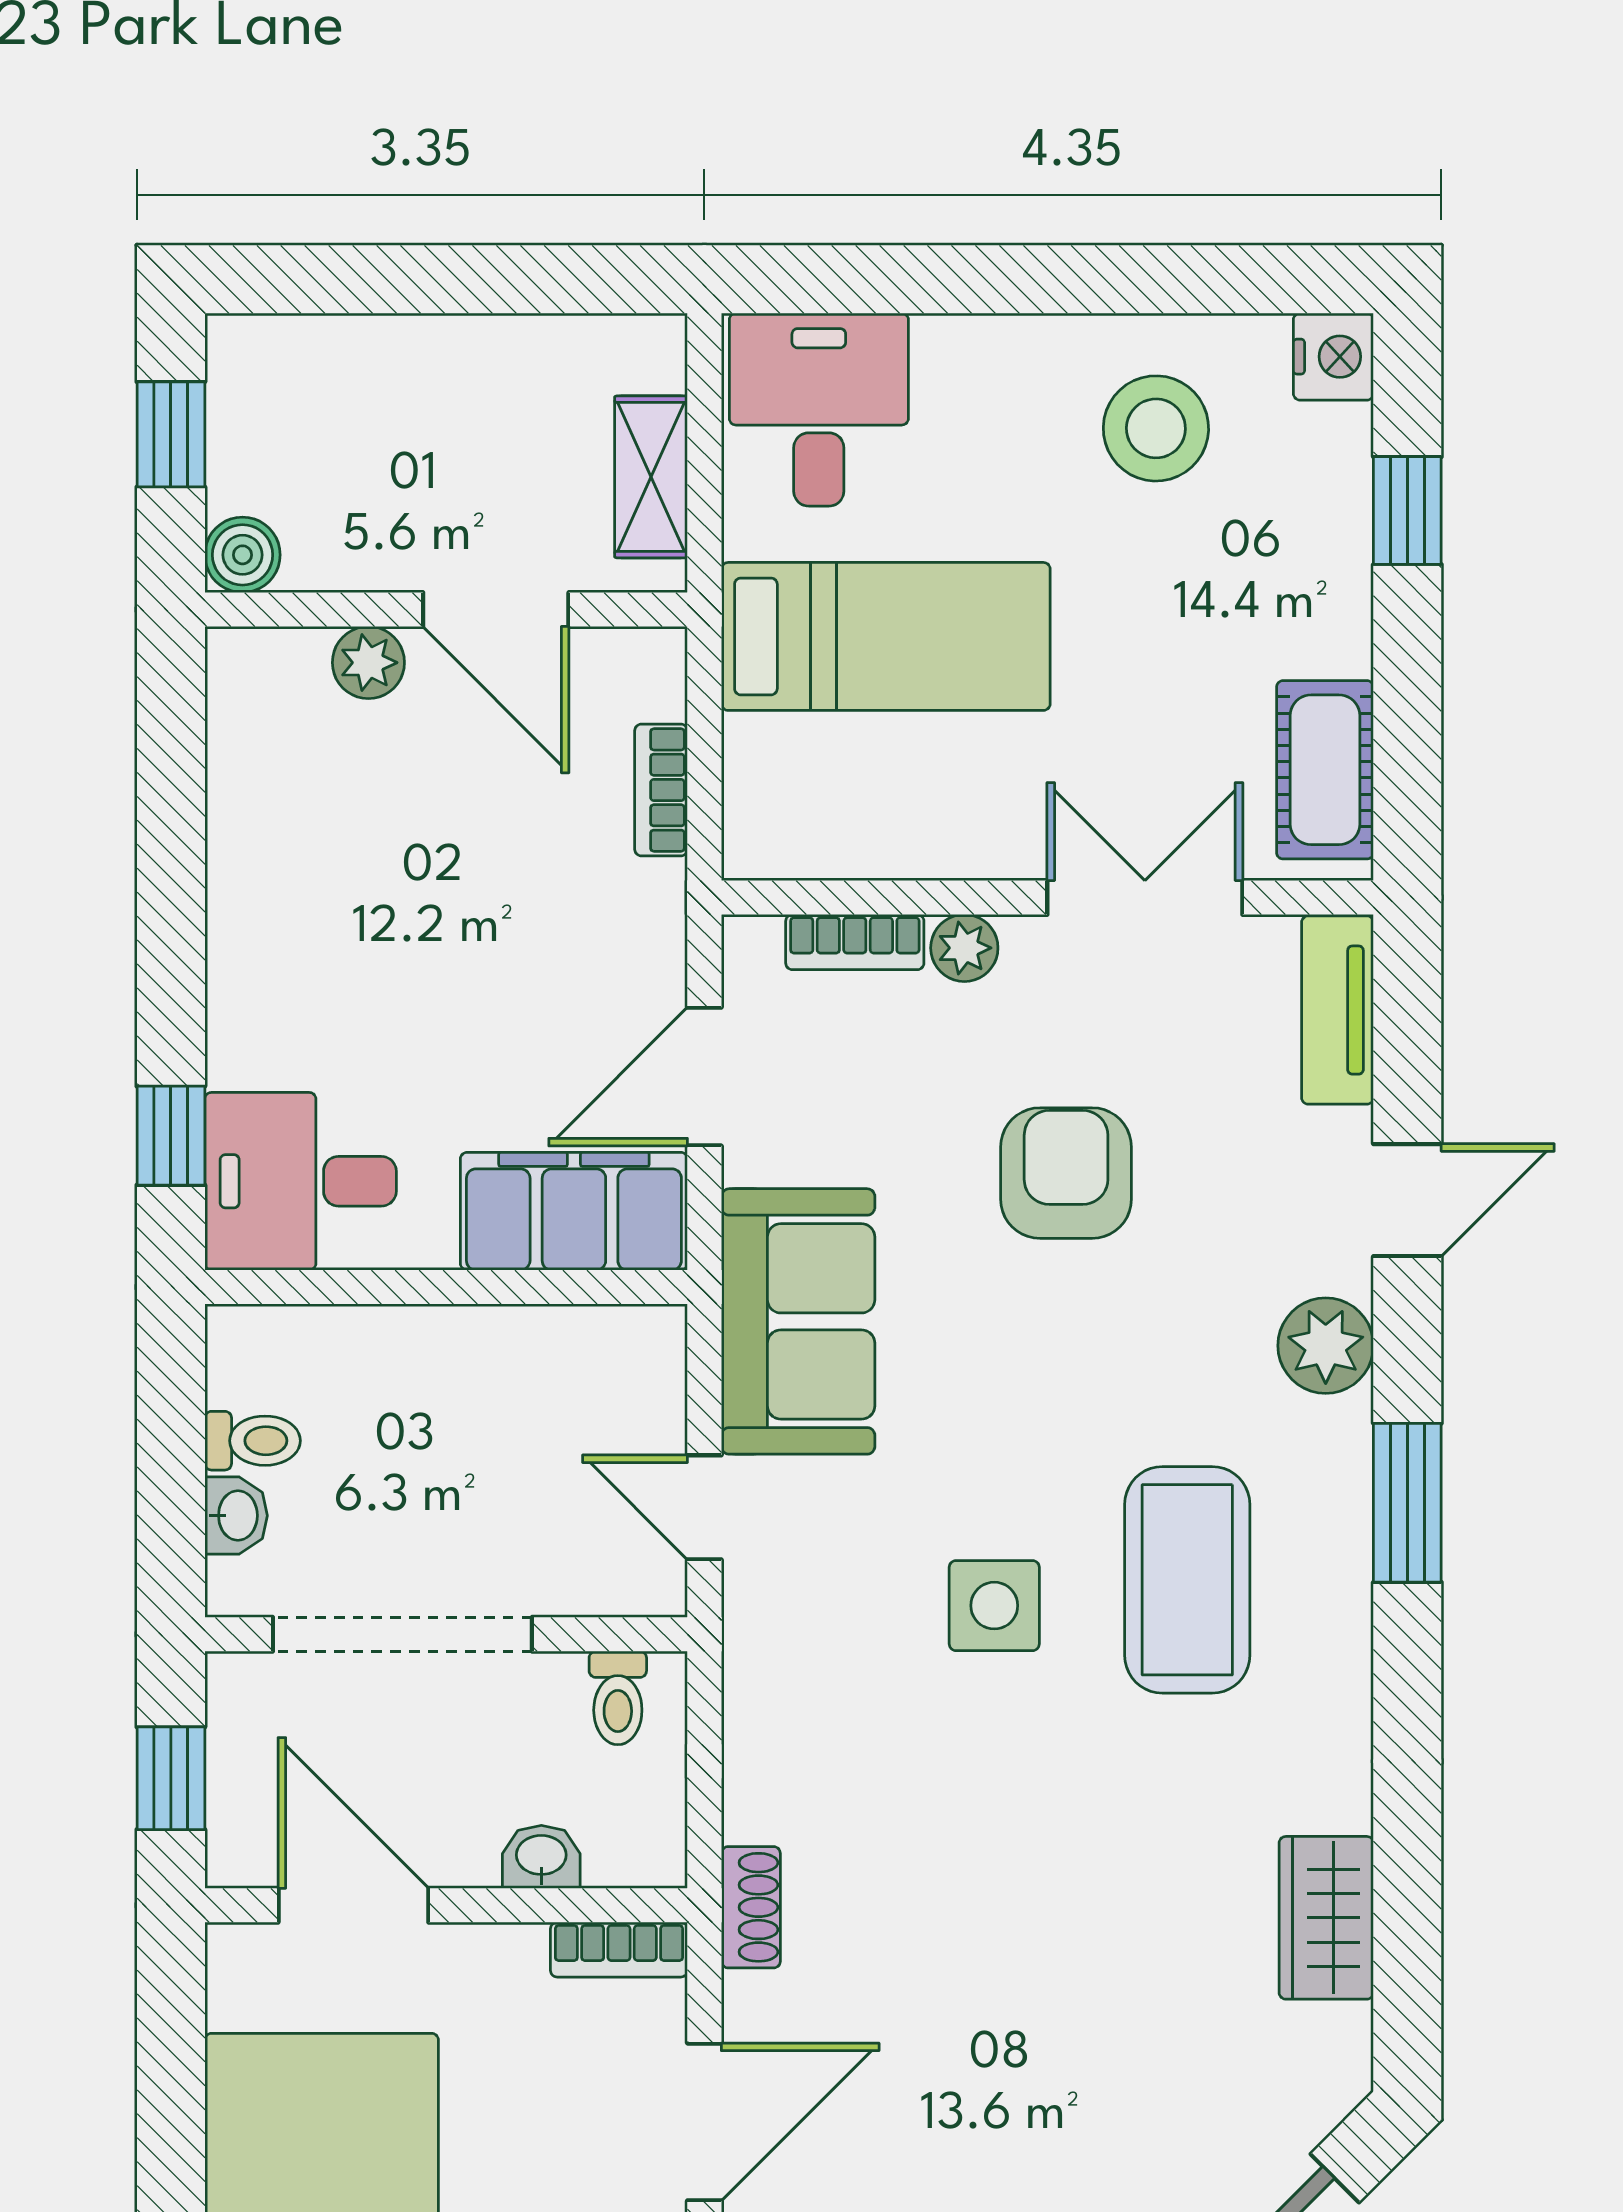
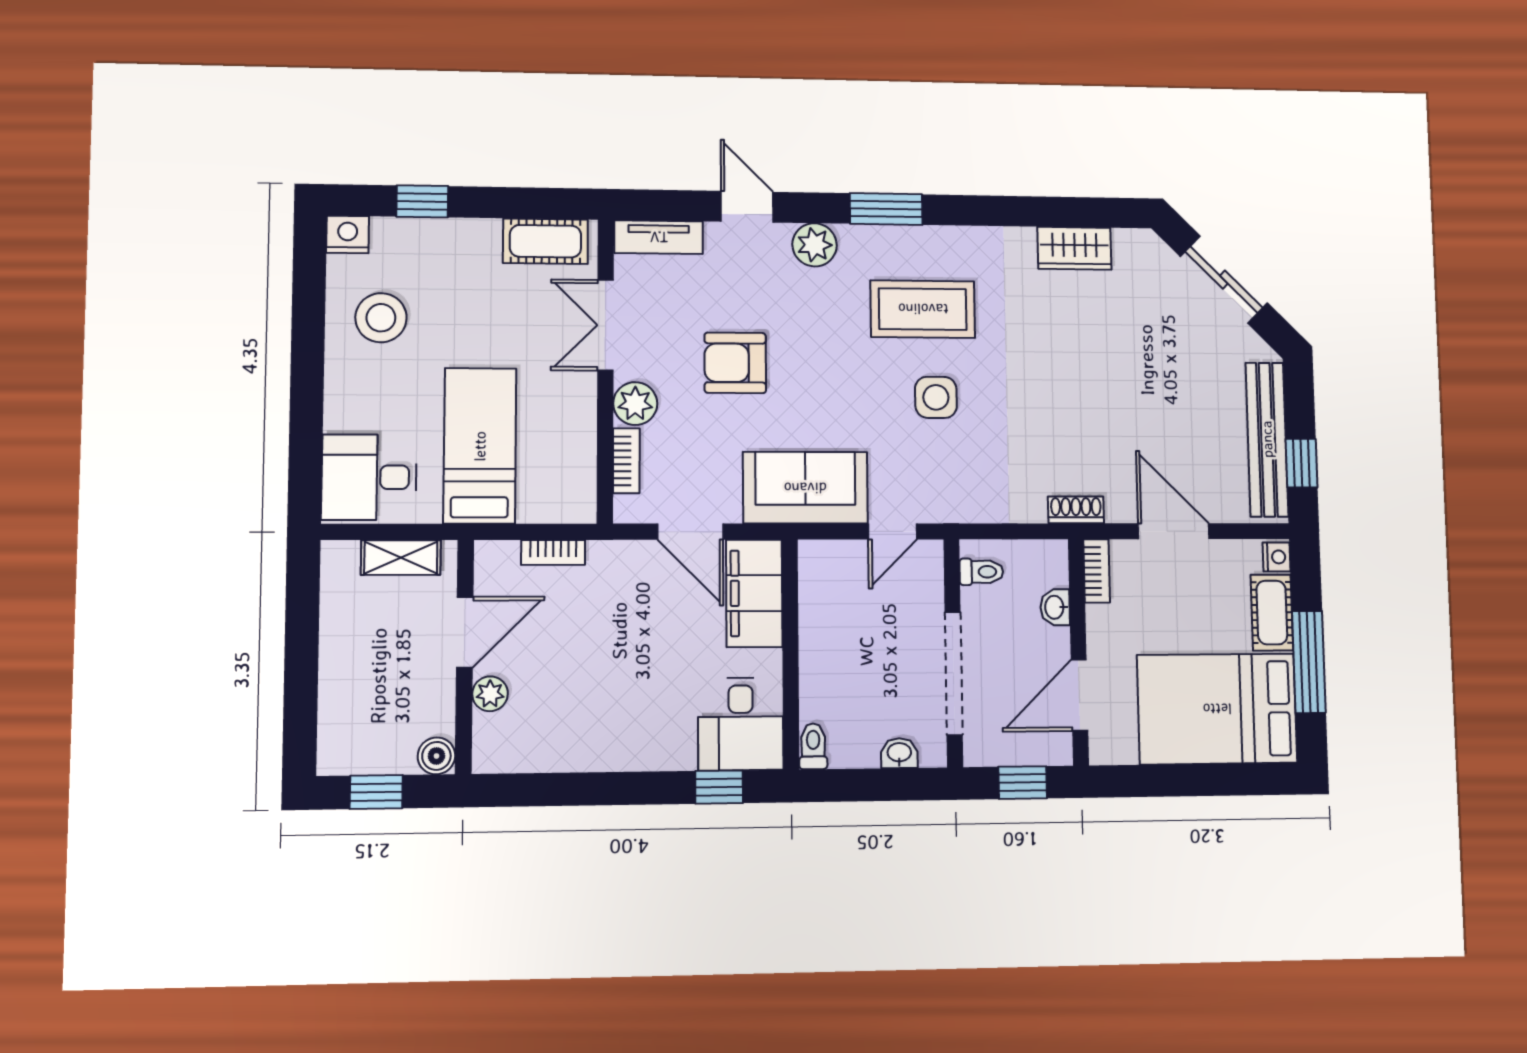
plant: (964, 948) -> (635, 404), width x1.38, depth x1.38
toilet: (253, 1441) -> (813, 746), moved

